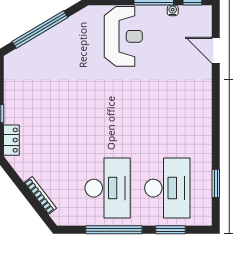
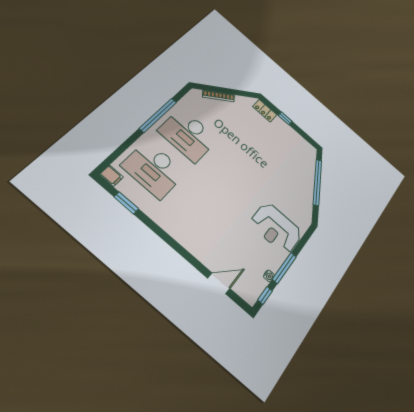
filing cabinet: (204, 216) -> (111, 176), added
window: (171, 230) -> (124, 147), removed

